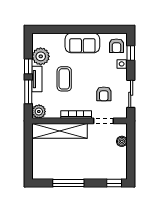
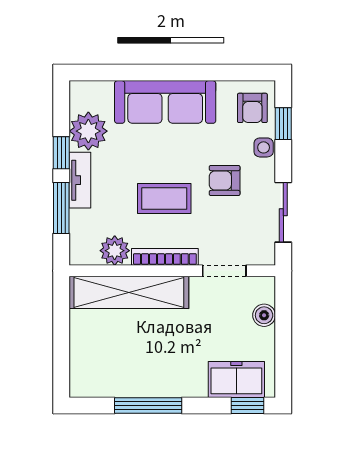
sofa: (82, 43) -> (165, 102), width x1.36
coffee table: (64, 79) -> (164, 198), moved, turned 90
armchair: (104, 94) -> (225, 181), moved, turned 90
plant: (39, 112) -> (115, 251), moved
freezer: (109, 171) -> (236, 379), added

